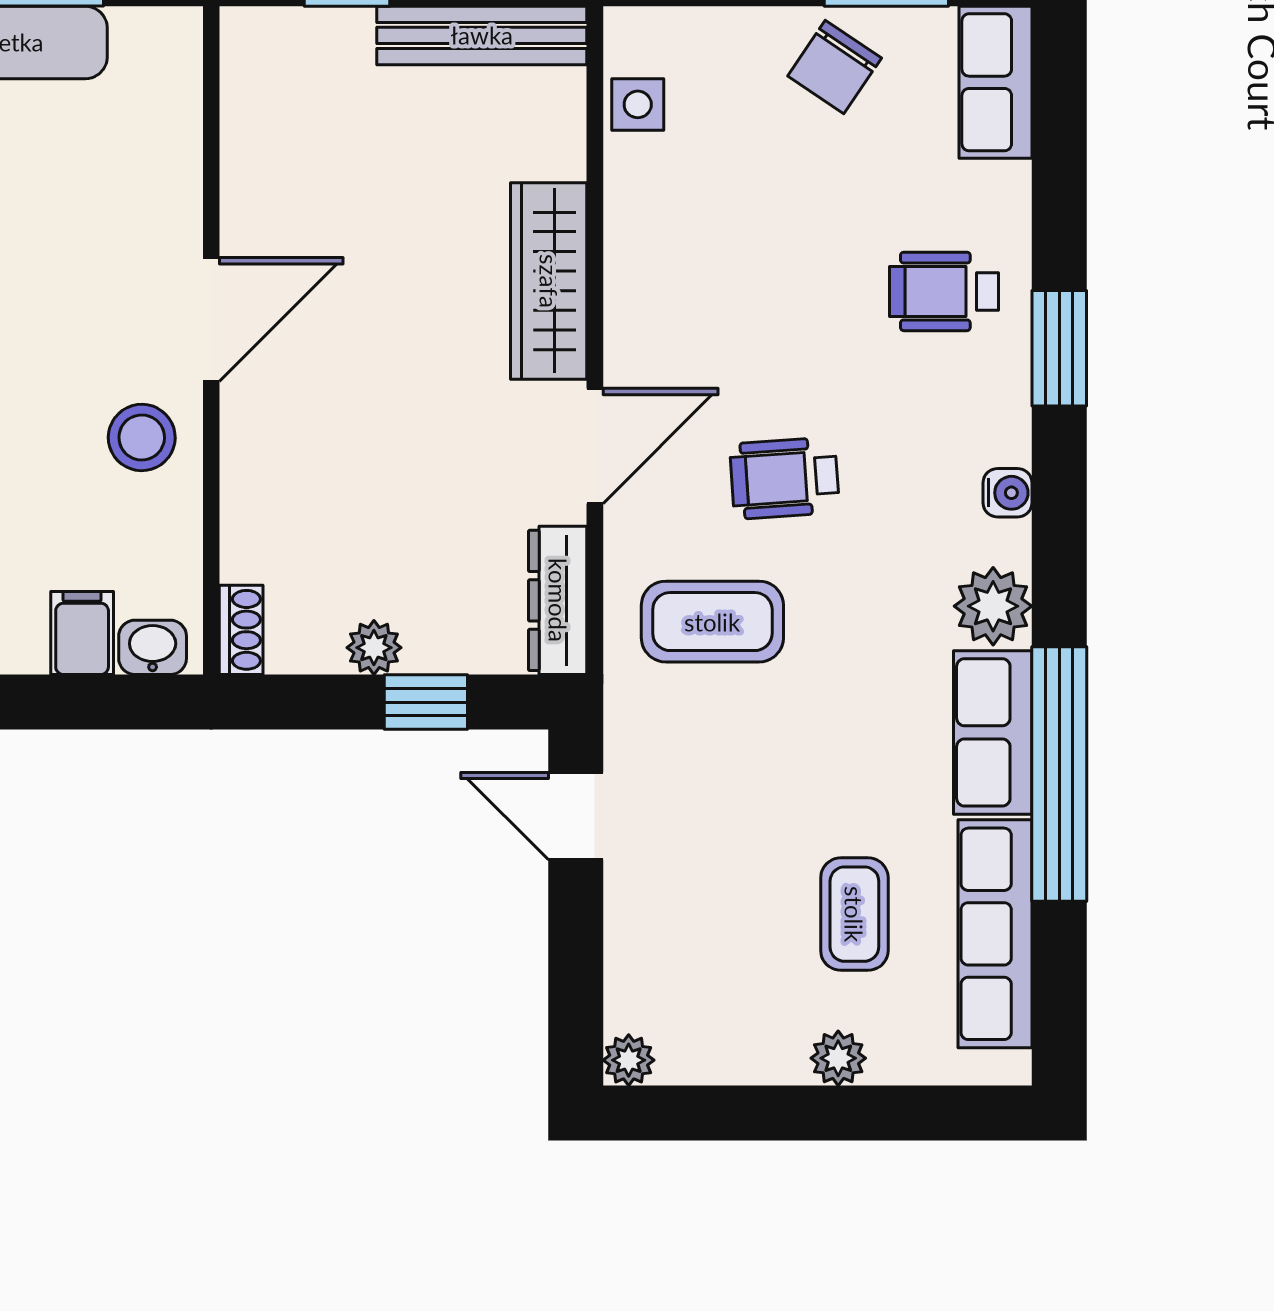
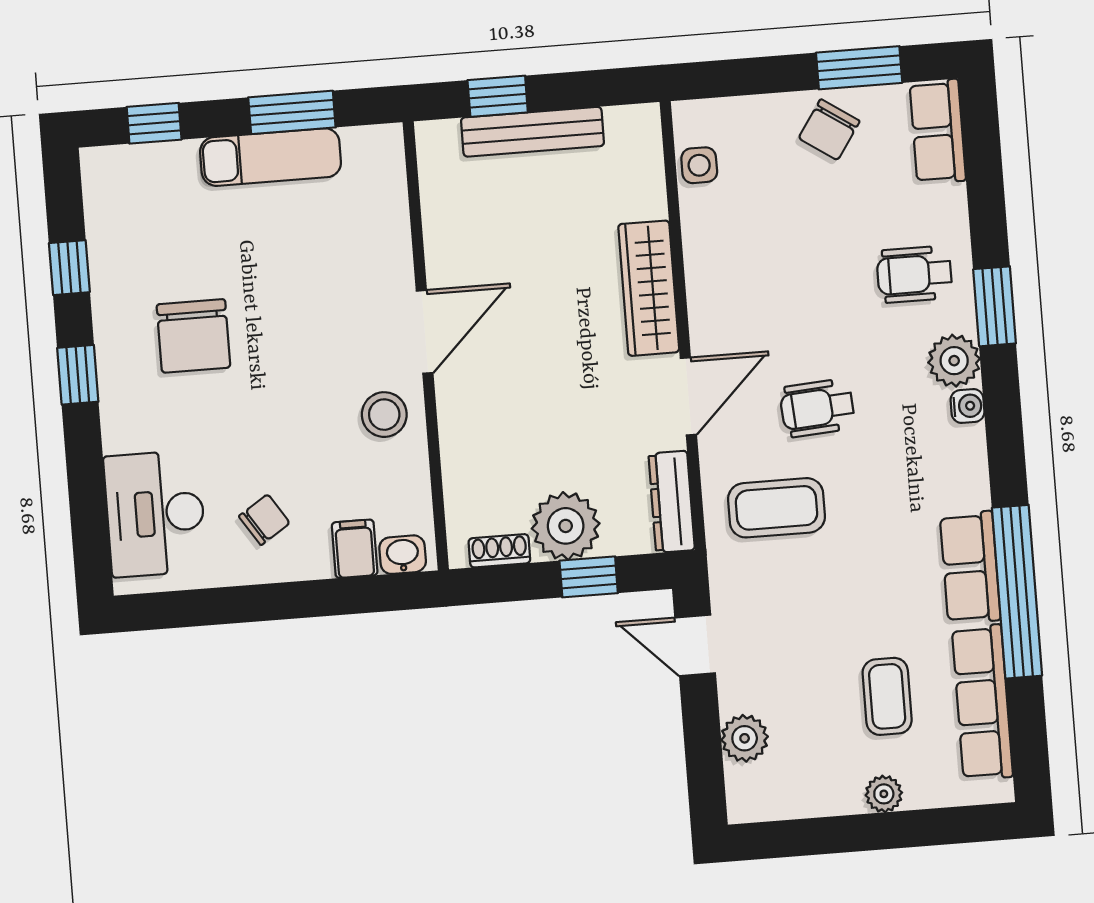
bench: (482, 35) -> (532, 132), moved
plant: (993, 606) -> (954, 361), moved
shoe rack: (241, 630) -> (499, 551), moved, turned -90
plant: (374, 648) -> (566, 526), width x1.88, depth x1.88
plant: (629, 1060) -> (745, 738), moved, width x1.38, depth x1.38

